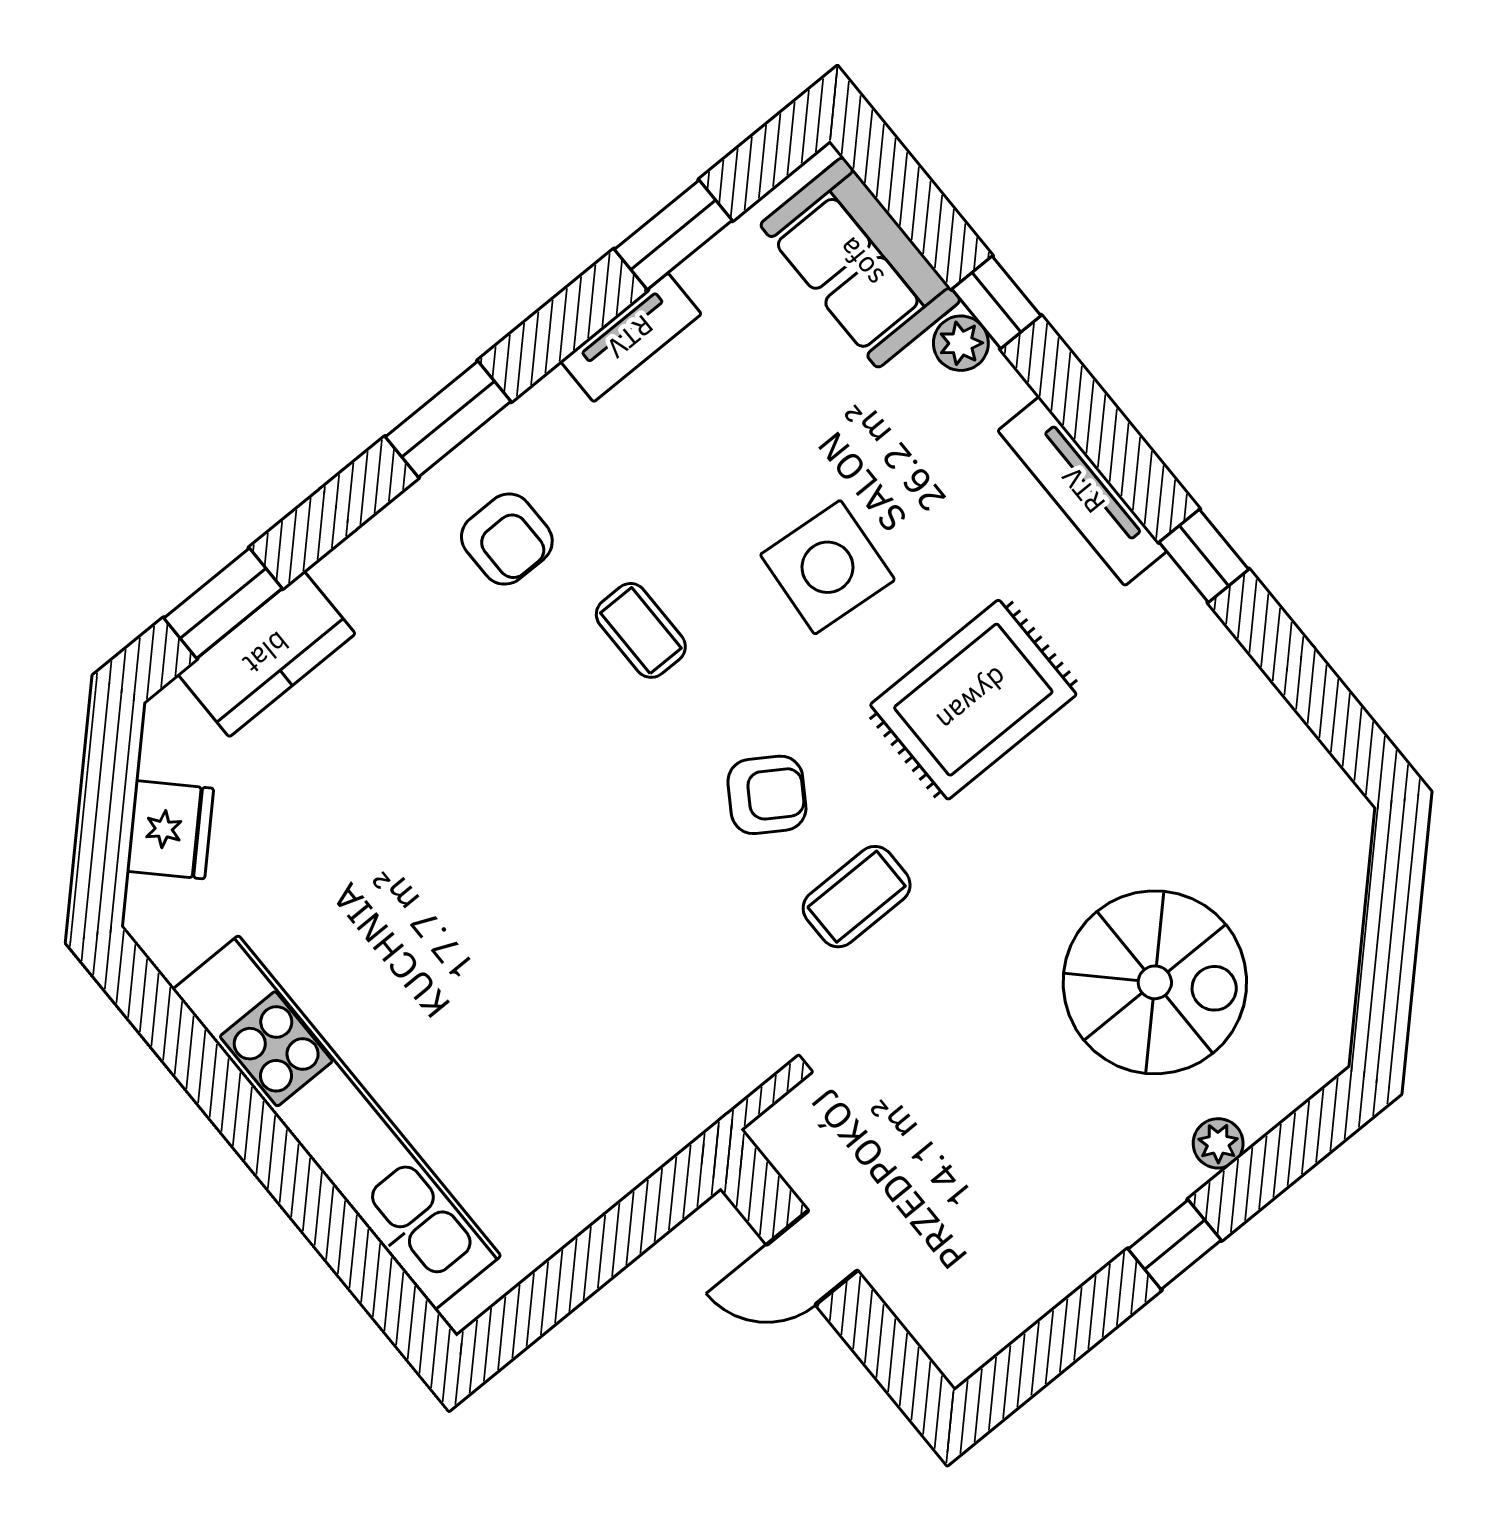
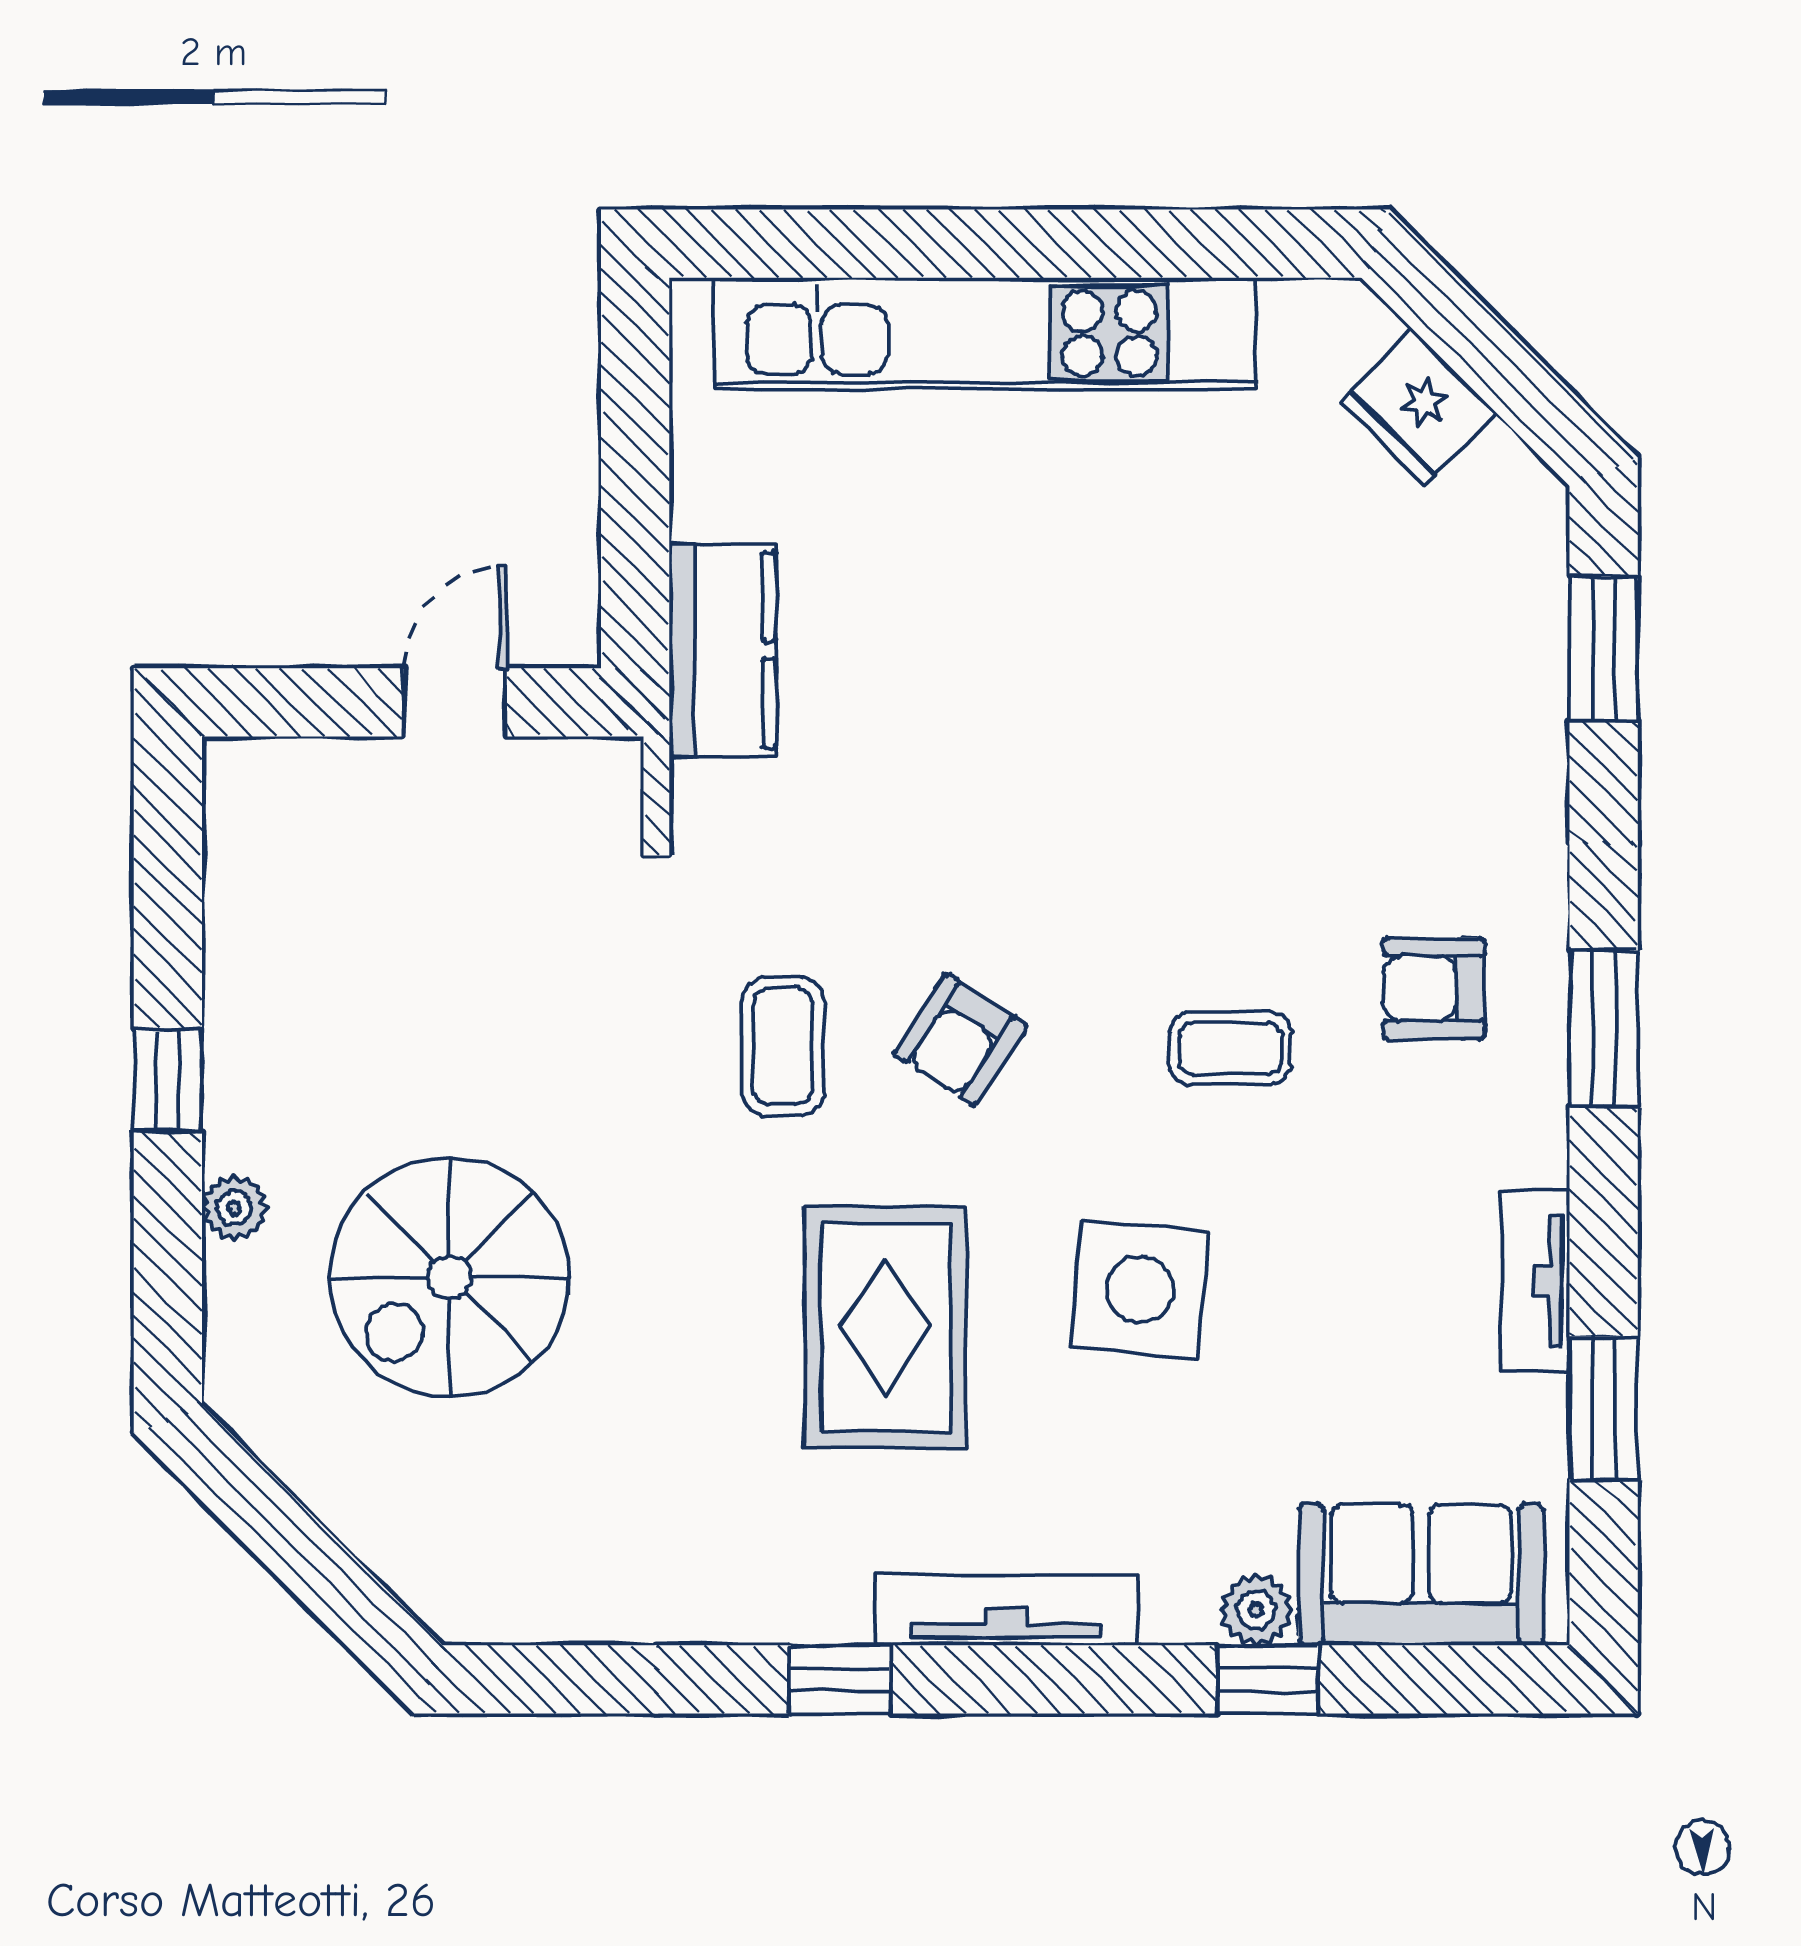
kitchen counter: (267, 654) -> (722, 650), moved, turned 180

